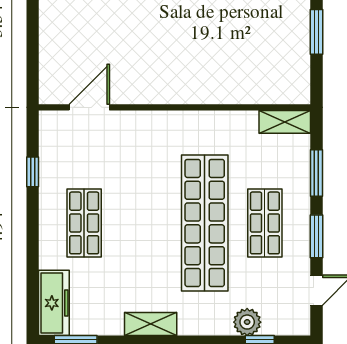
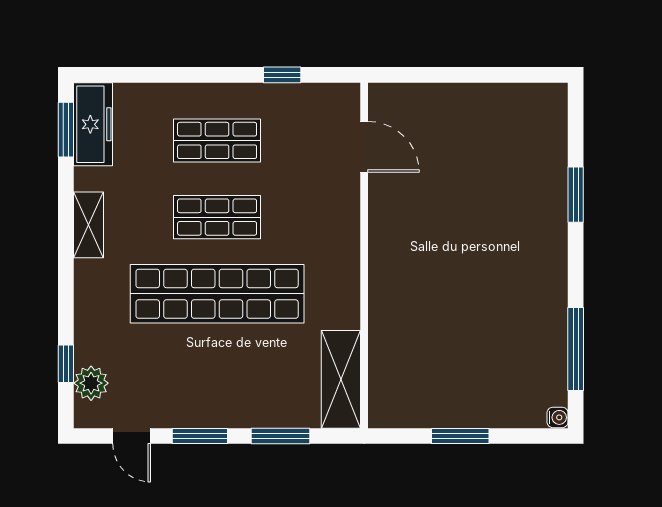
shelving: (285, 122) -> (341, 379), width x1.50, depth x1.33
shop shelf: (265, 223) -> (217, 217), moved
freezer: (54, 303) -> (93, 124), moved, turned -90
plant: (247, 322) -> (91, 383), moved

